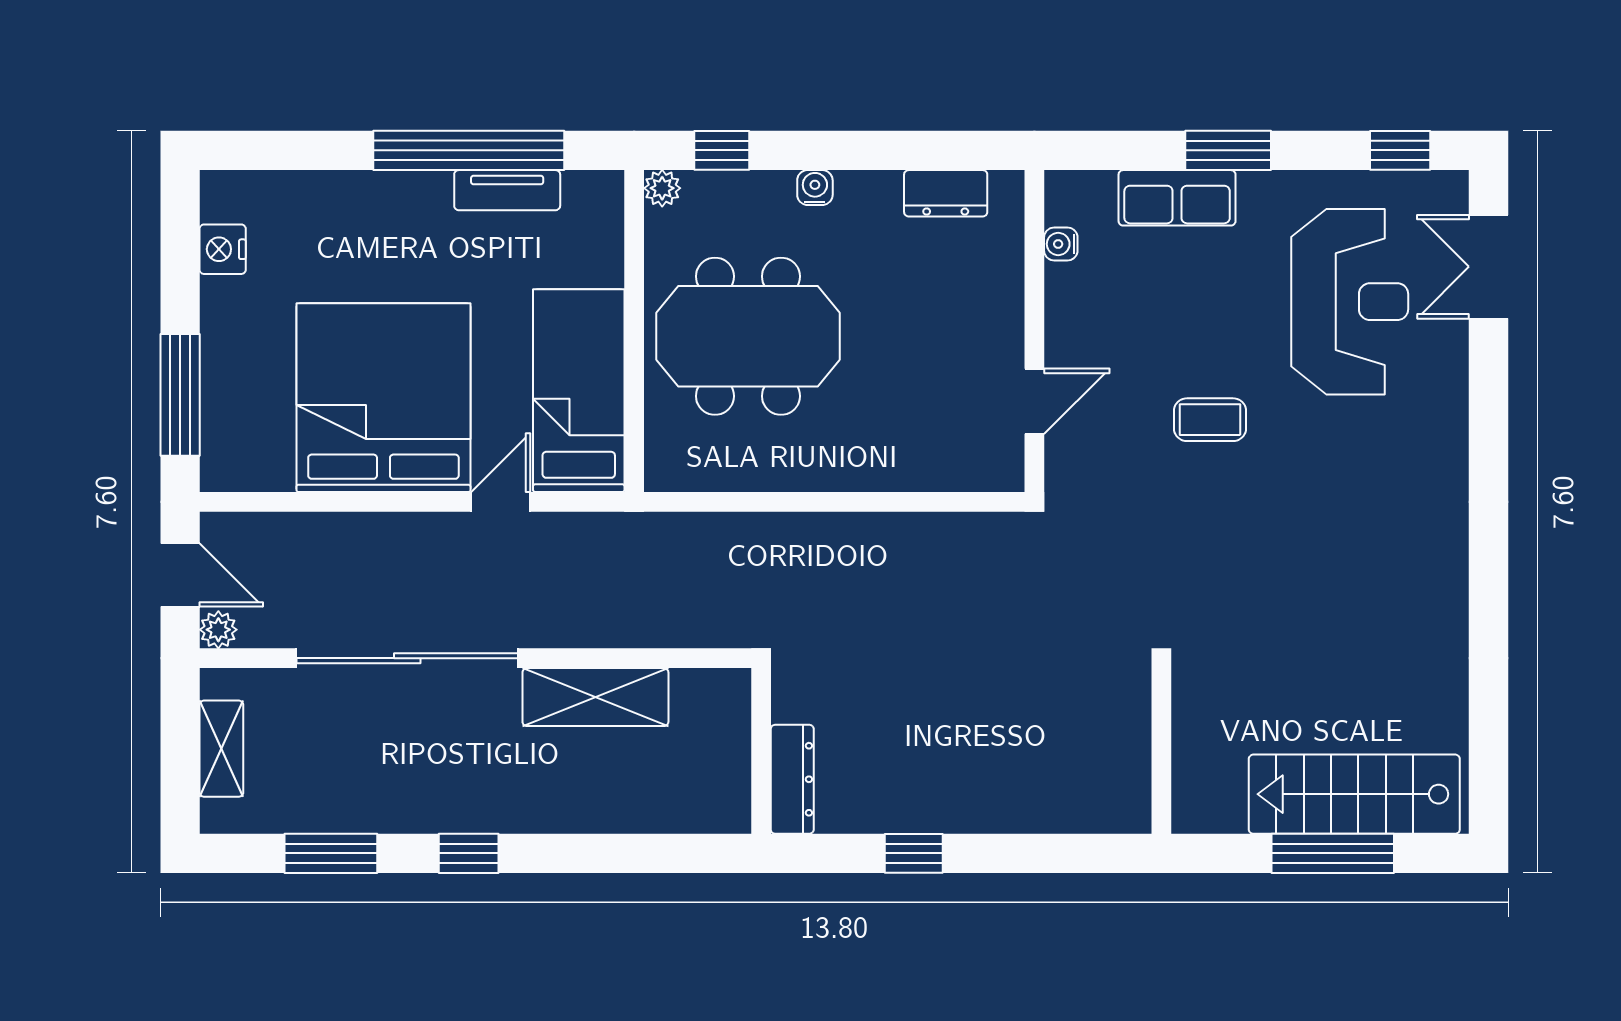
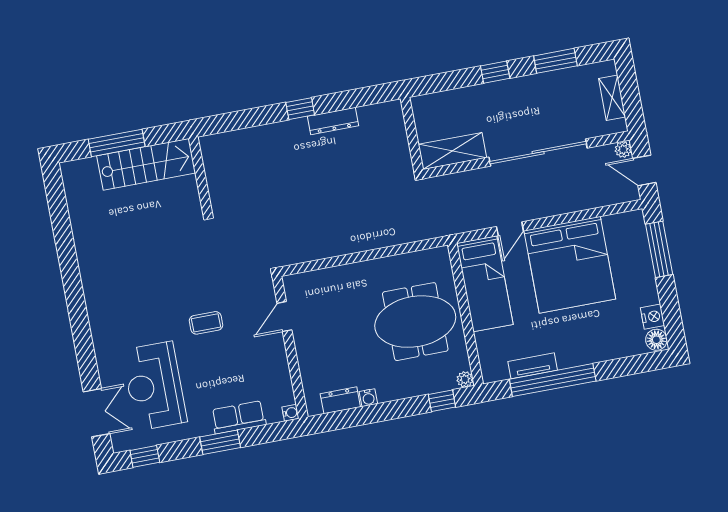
water cooler: (815, 188) -> (368, 398), moved
floor lamp: (223, 197) -> (656, 340), added
water cooler: (1061, 244) -> (290, 413), moved
wall: (761, 751) -> (412, 134), moved
dresser: (792, 779) -> (333, 121), moved, turned -90
stairs: (1354, 794) -> (146, 164), moved

